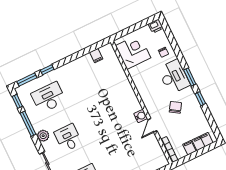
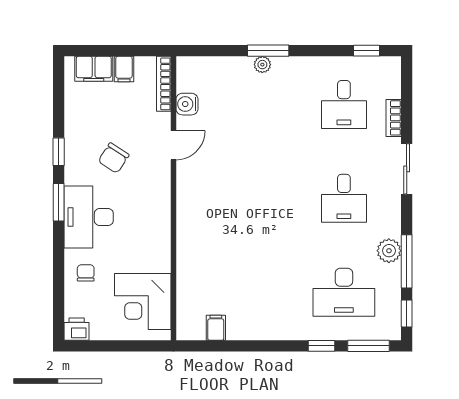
water cooler: (141, 116) -> (187, 104), moved
plant: (43, 136) -> (389, 251), moved

